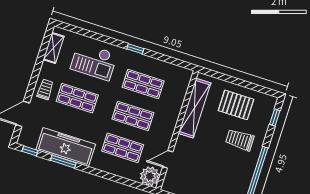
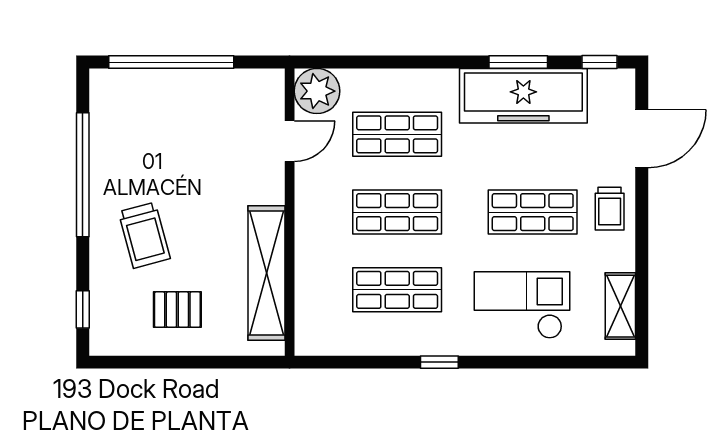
pallet: (236, 105) -> (177, 310), width x0.67, depth x0.71
trolley: (240, 140) -> (144, 235), turned 75

